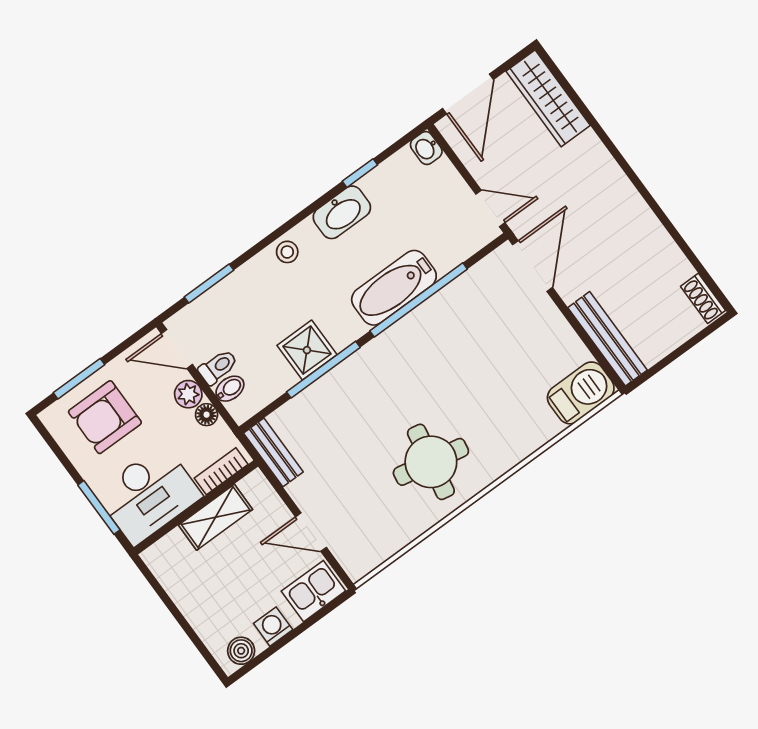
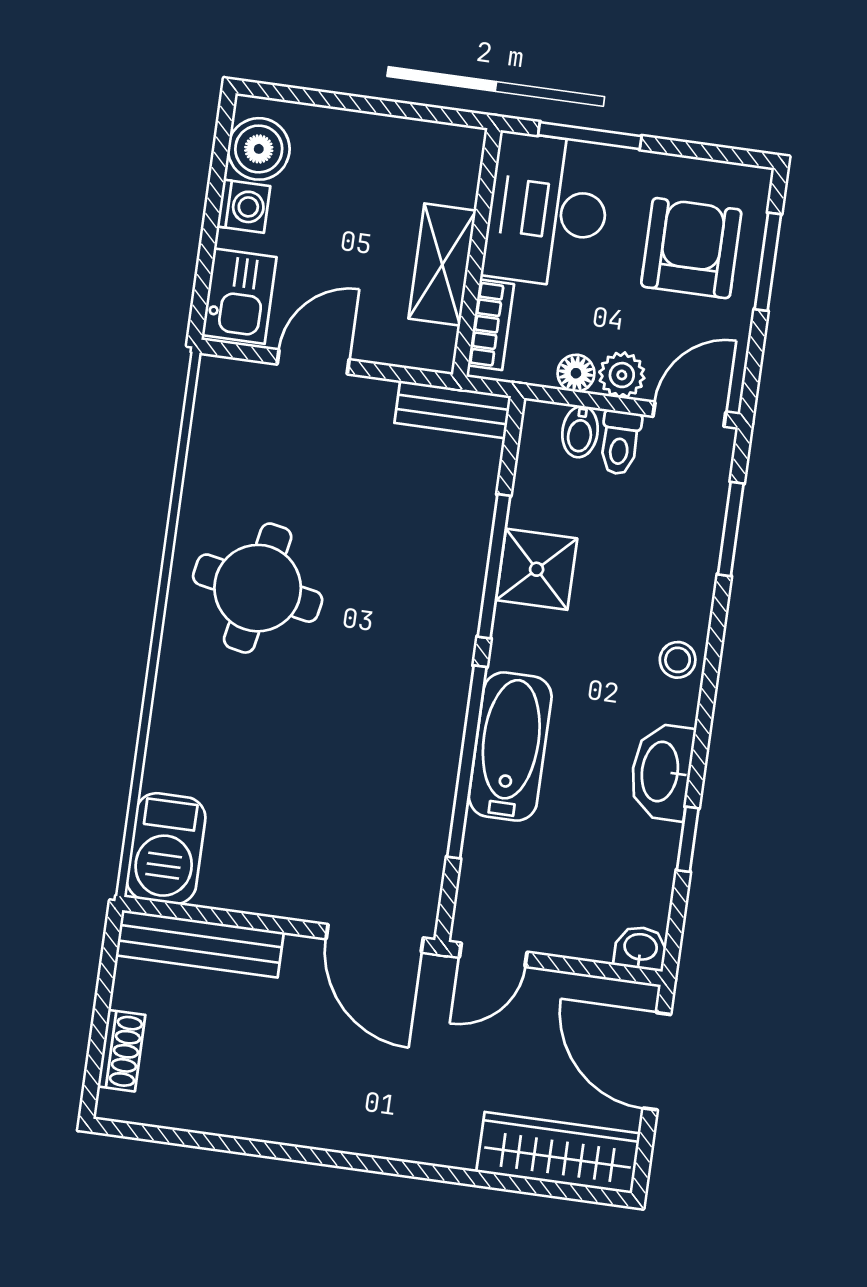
shoe rack: (703, 298) -> (121, 1051), moved, turned 90
boiler: (241, 651) -> (259, 149), width x1.36, depth x1.36

